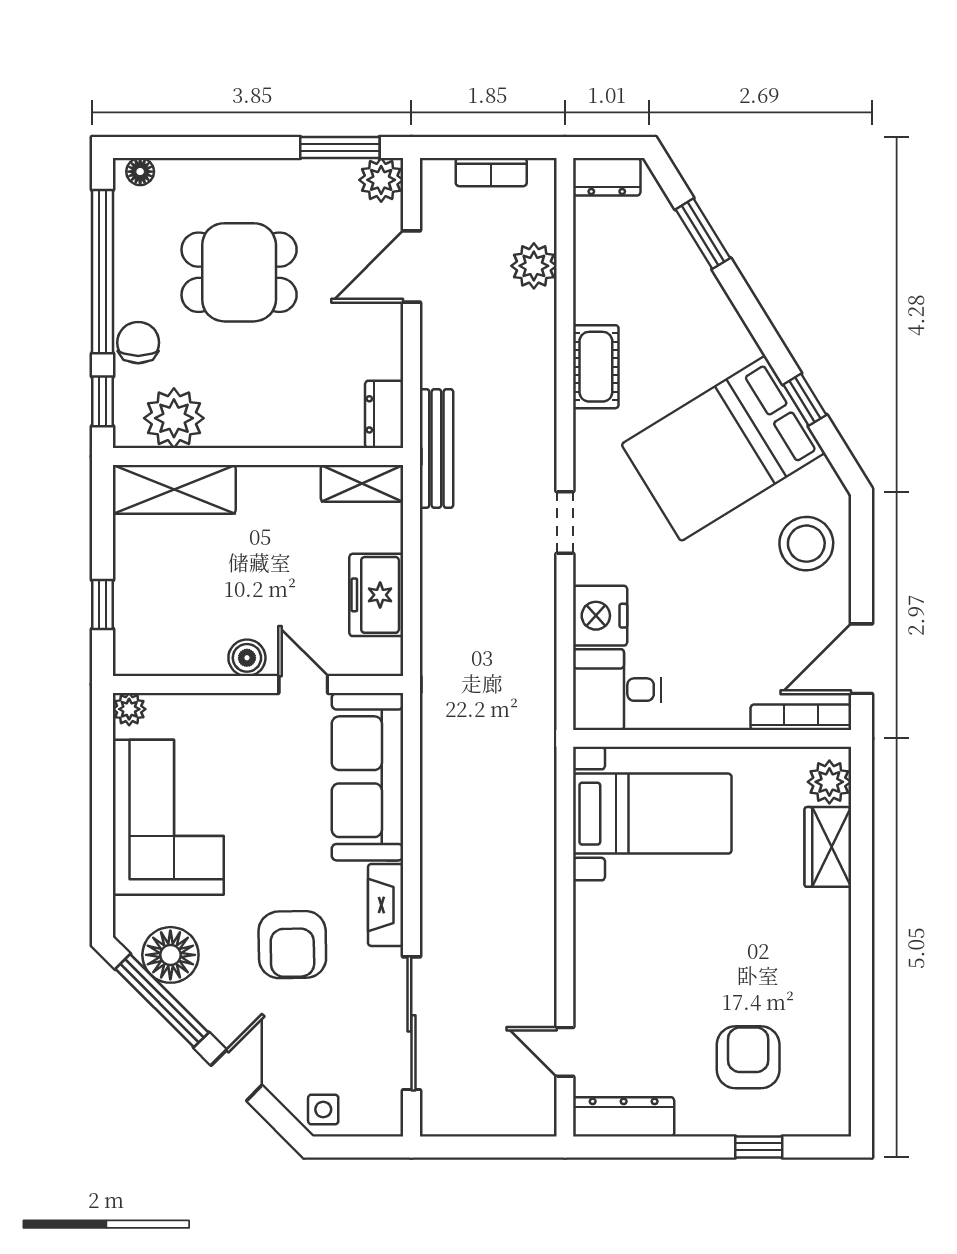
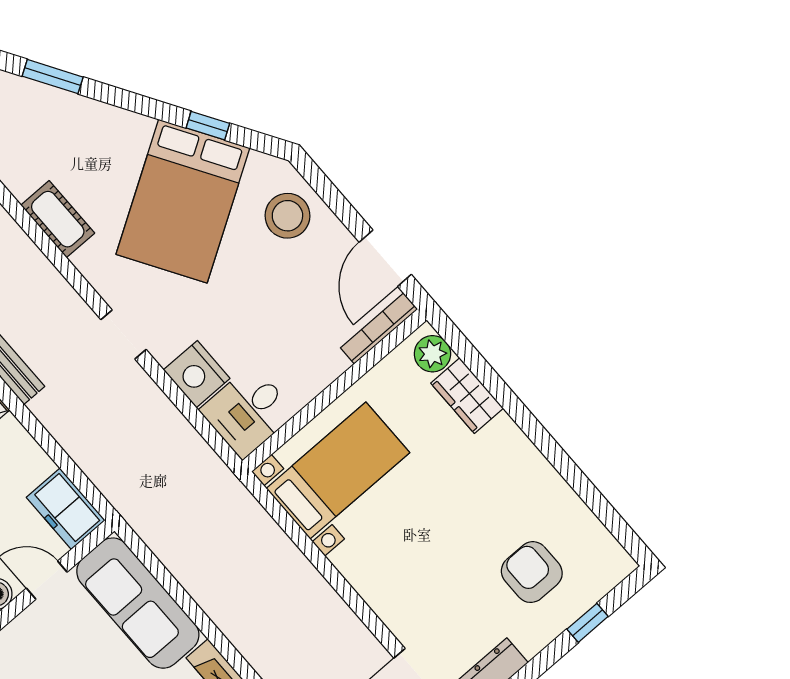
freezer: (376, 595) -> (66, 509), moved

